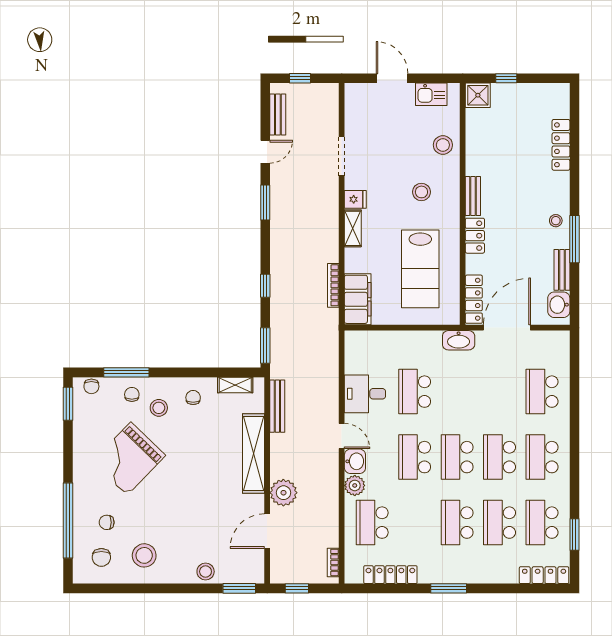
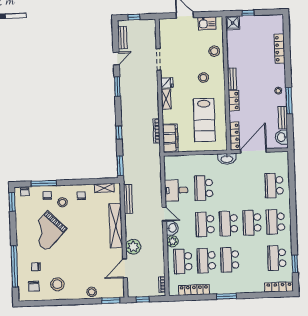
school desk: (500, 523) -> (206, 261), moved

